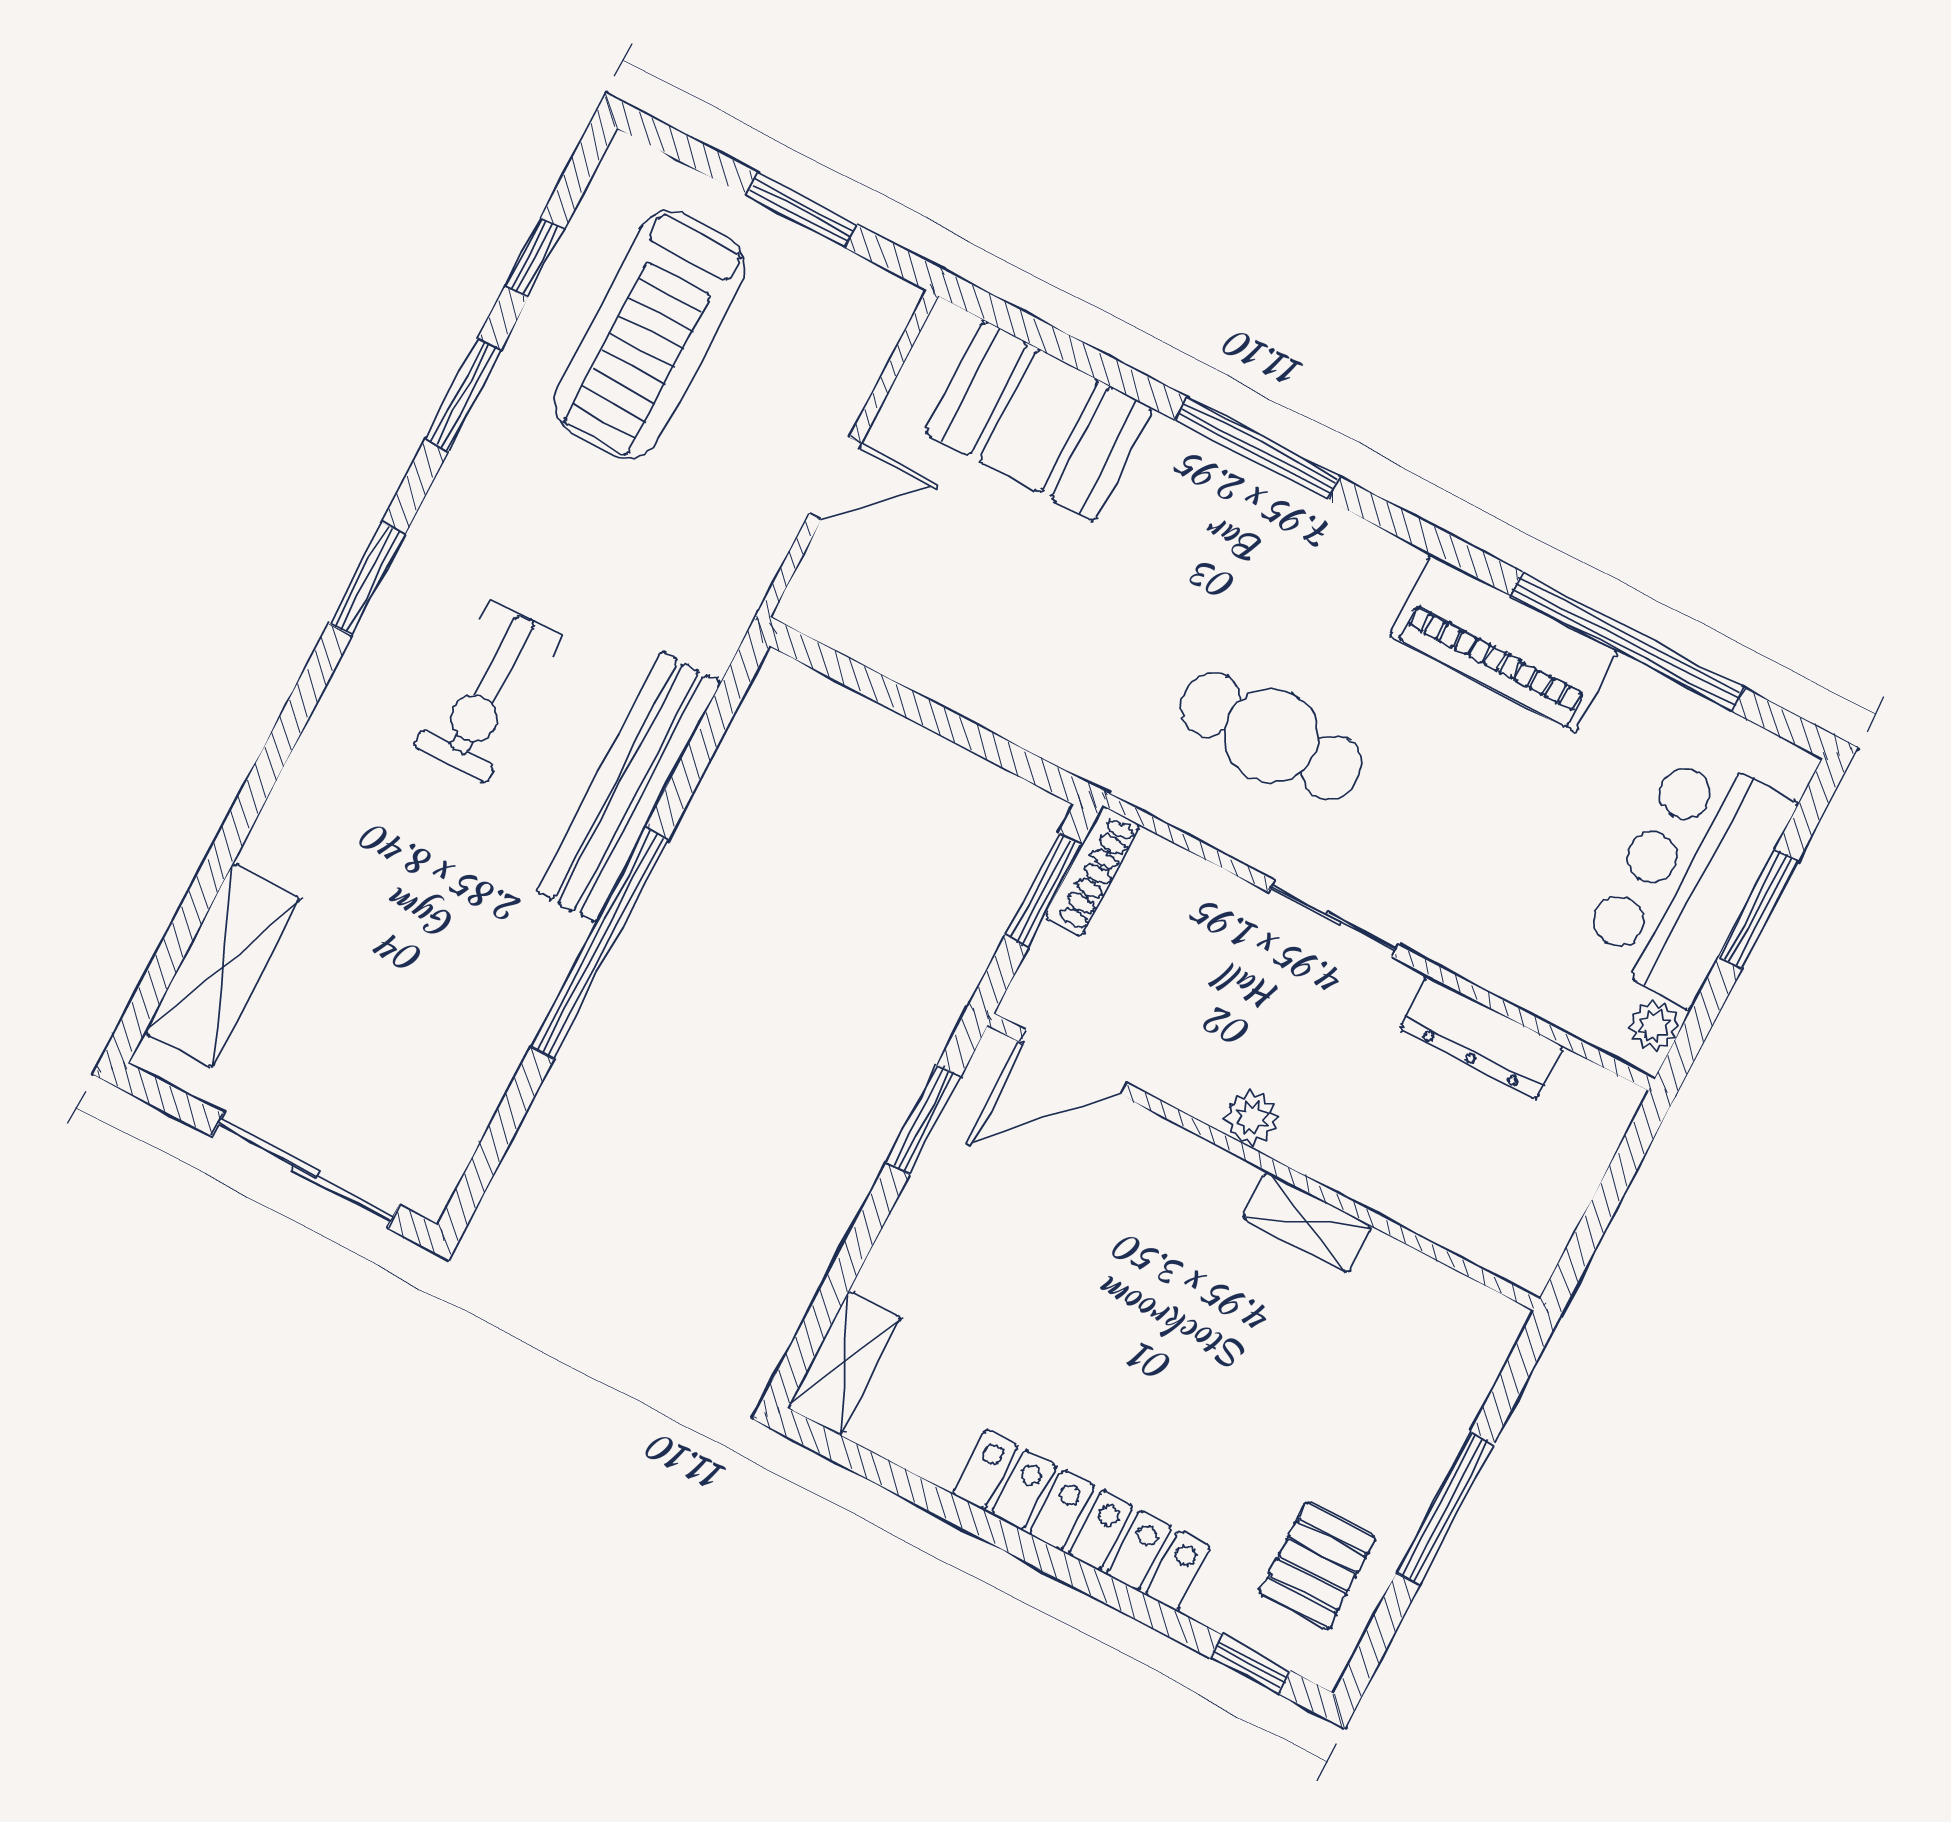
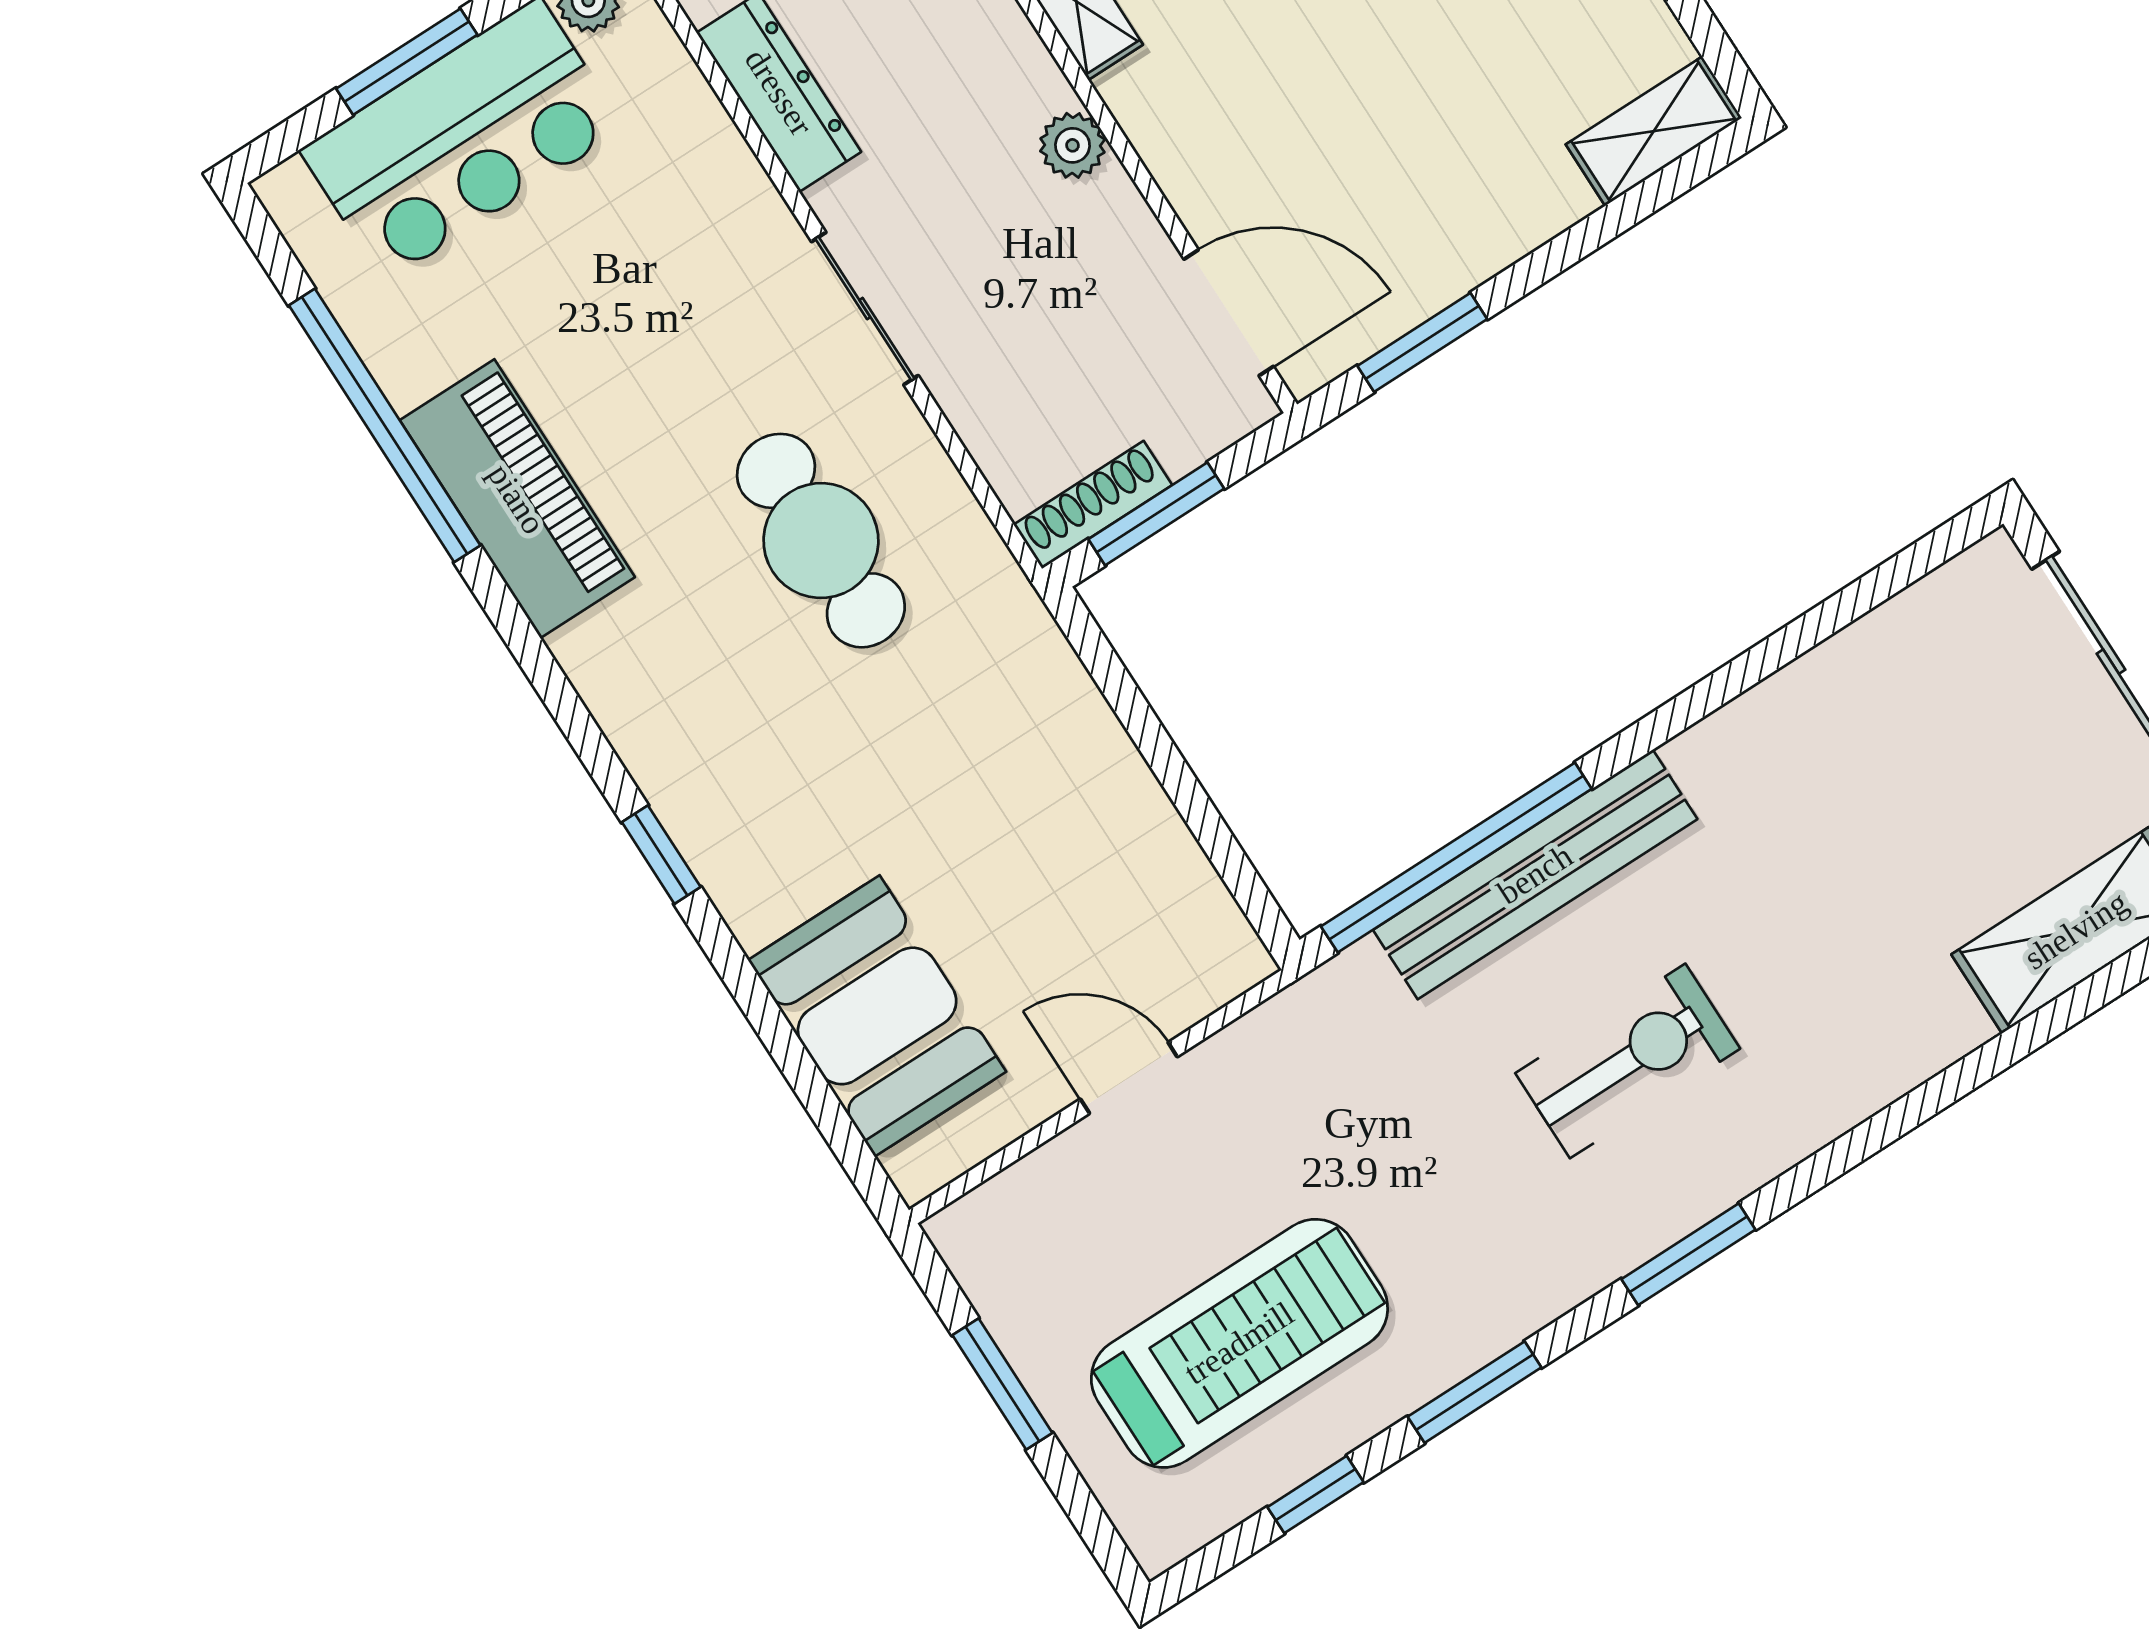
window: (1258, 448) -> (661, 855), width x0.46
window: (600, 943) -> (1456, 858), moved

